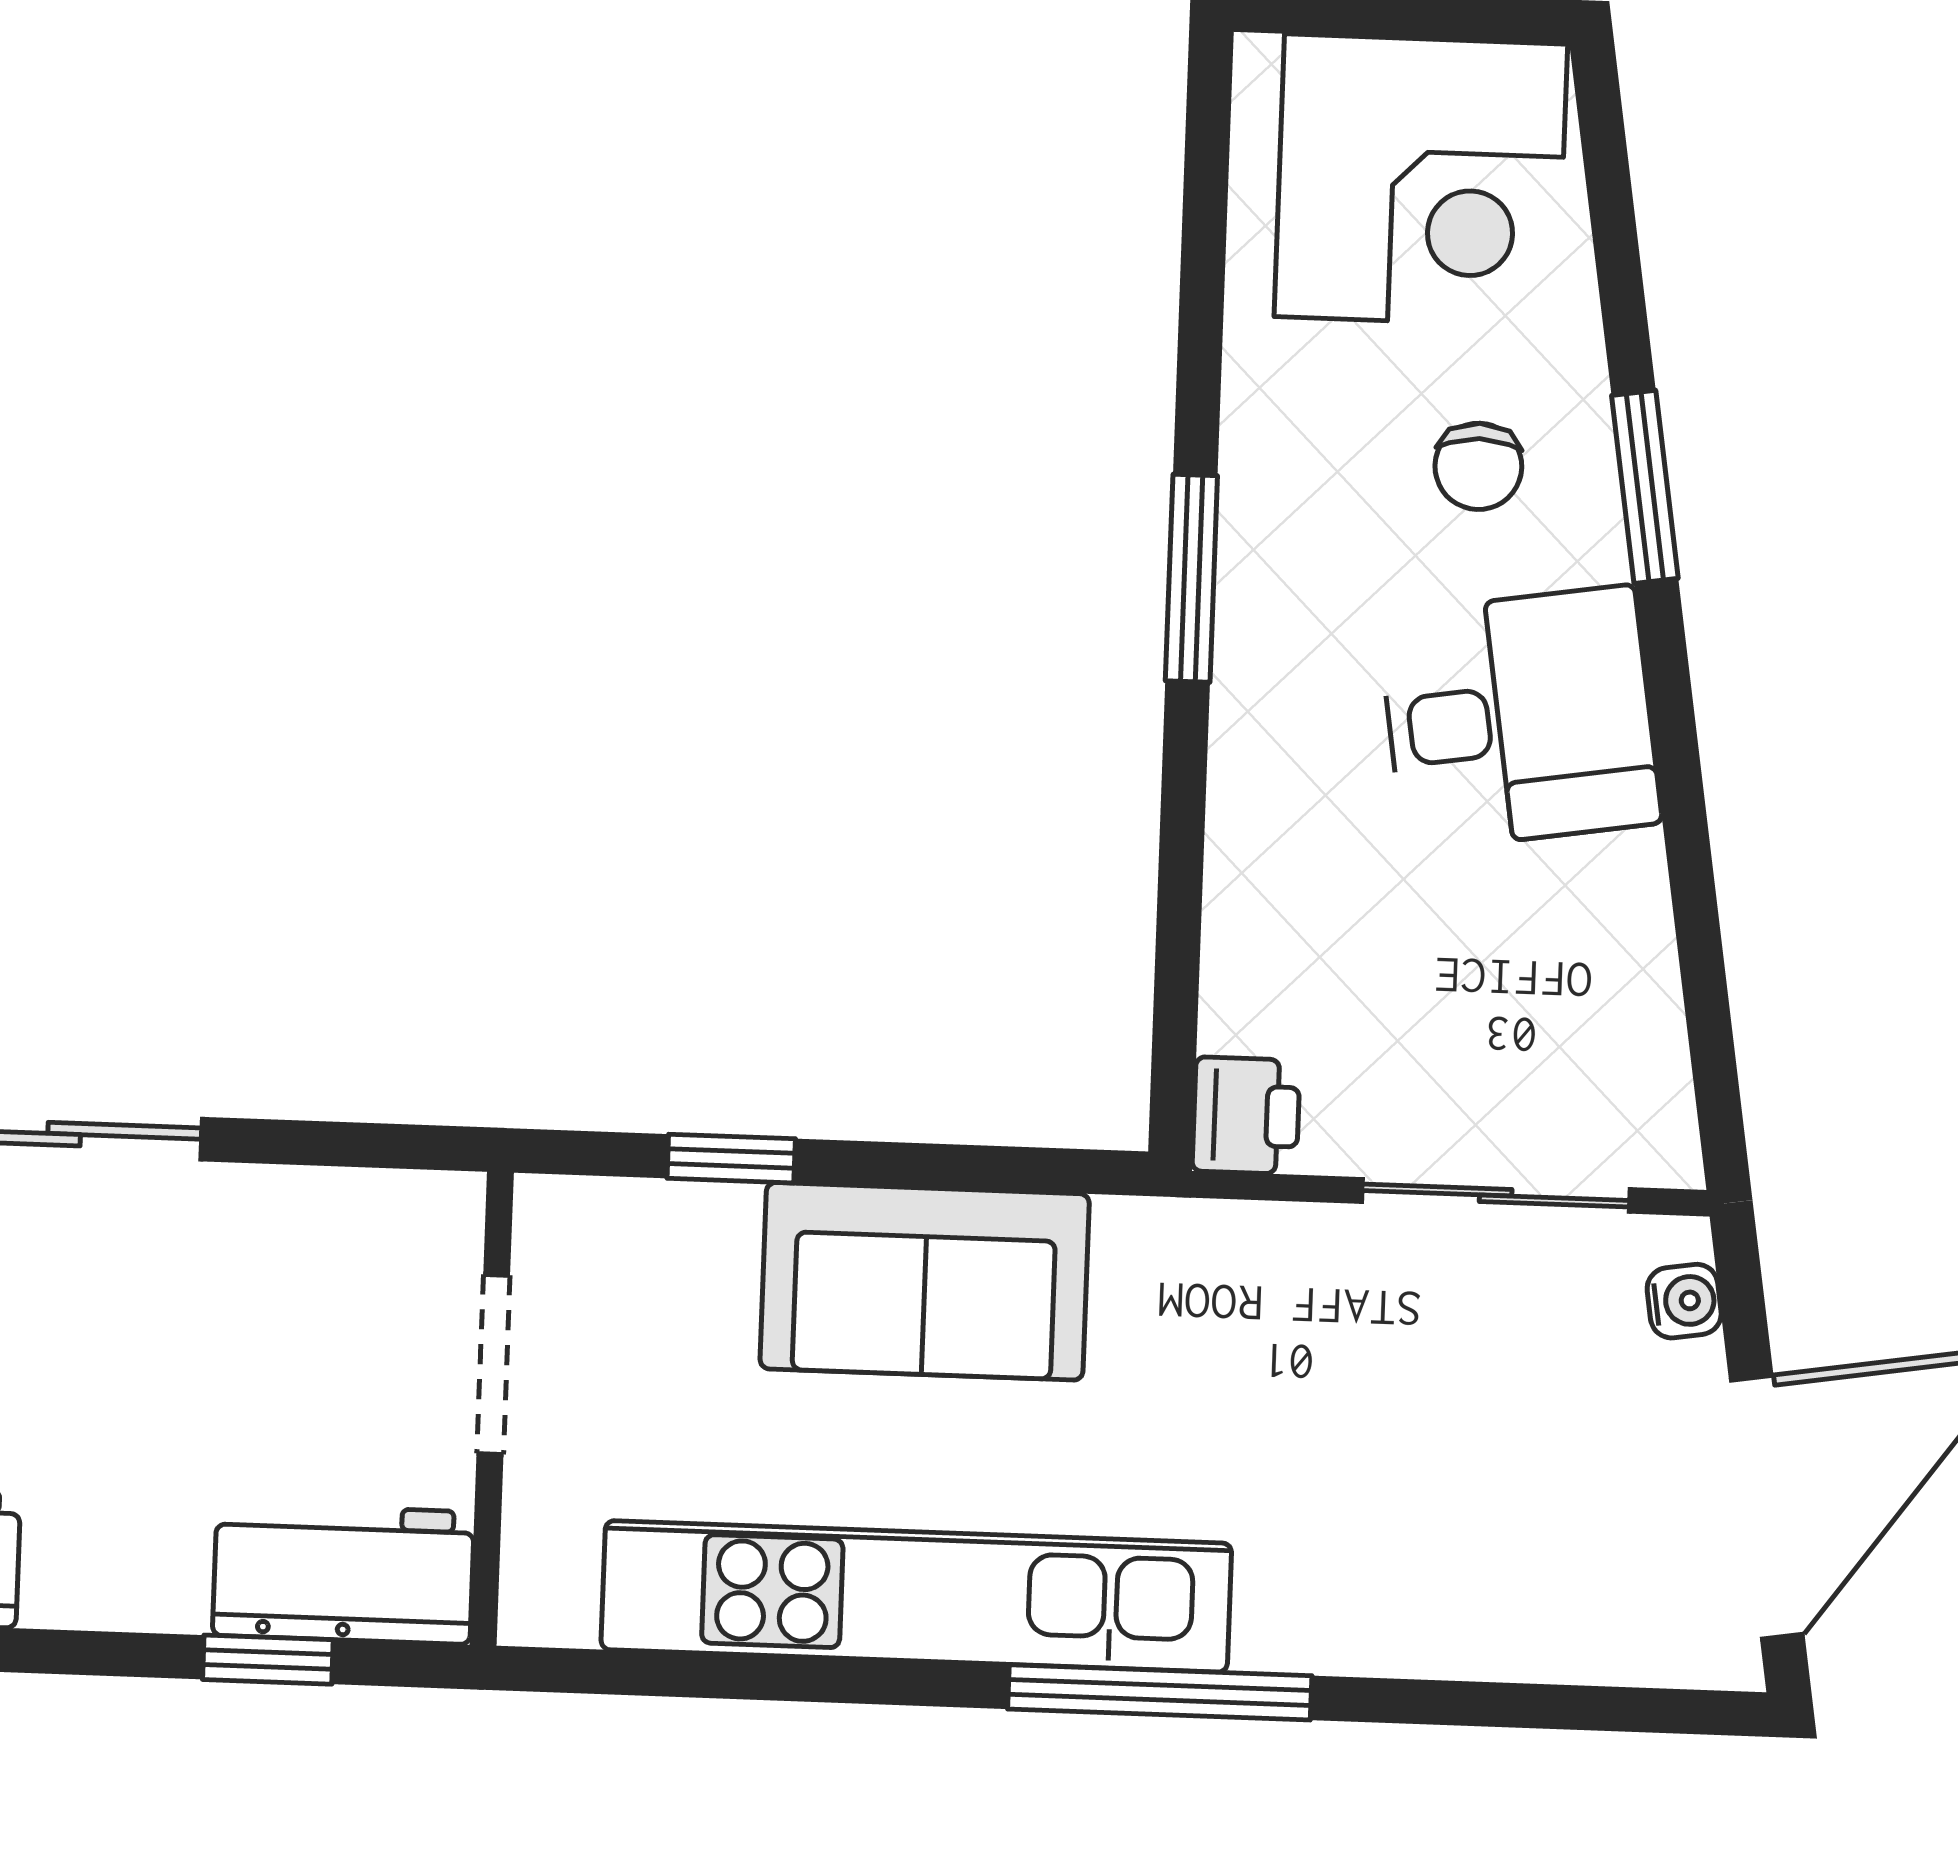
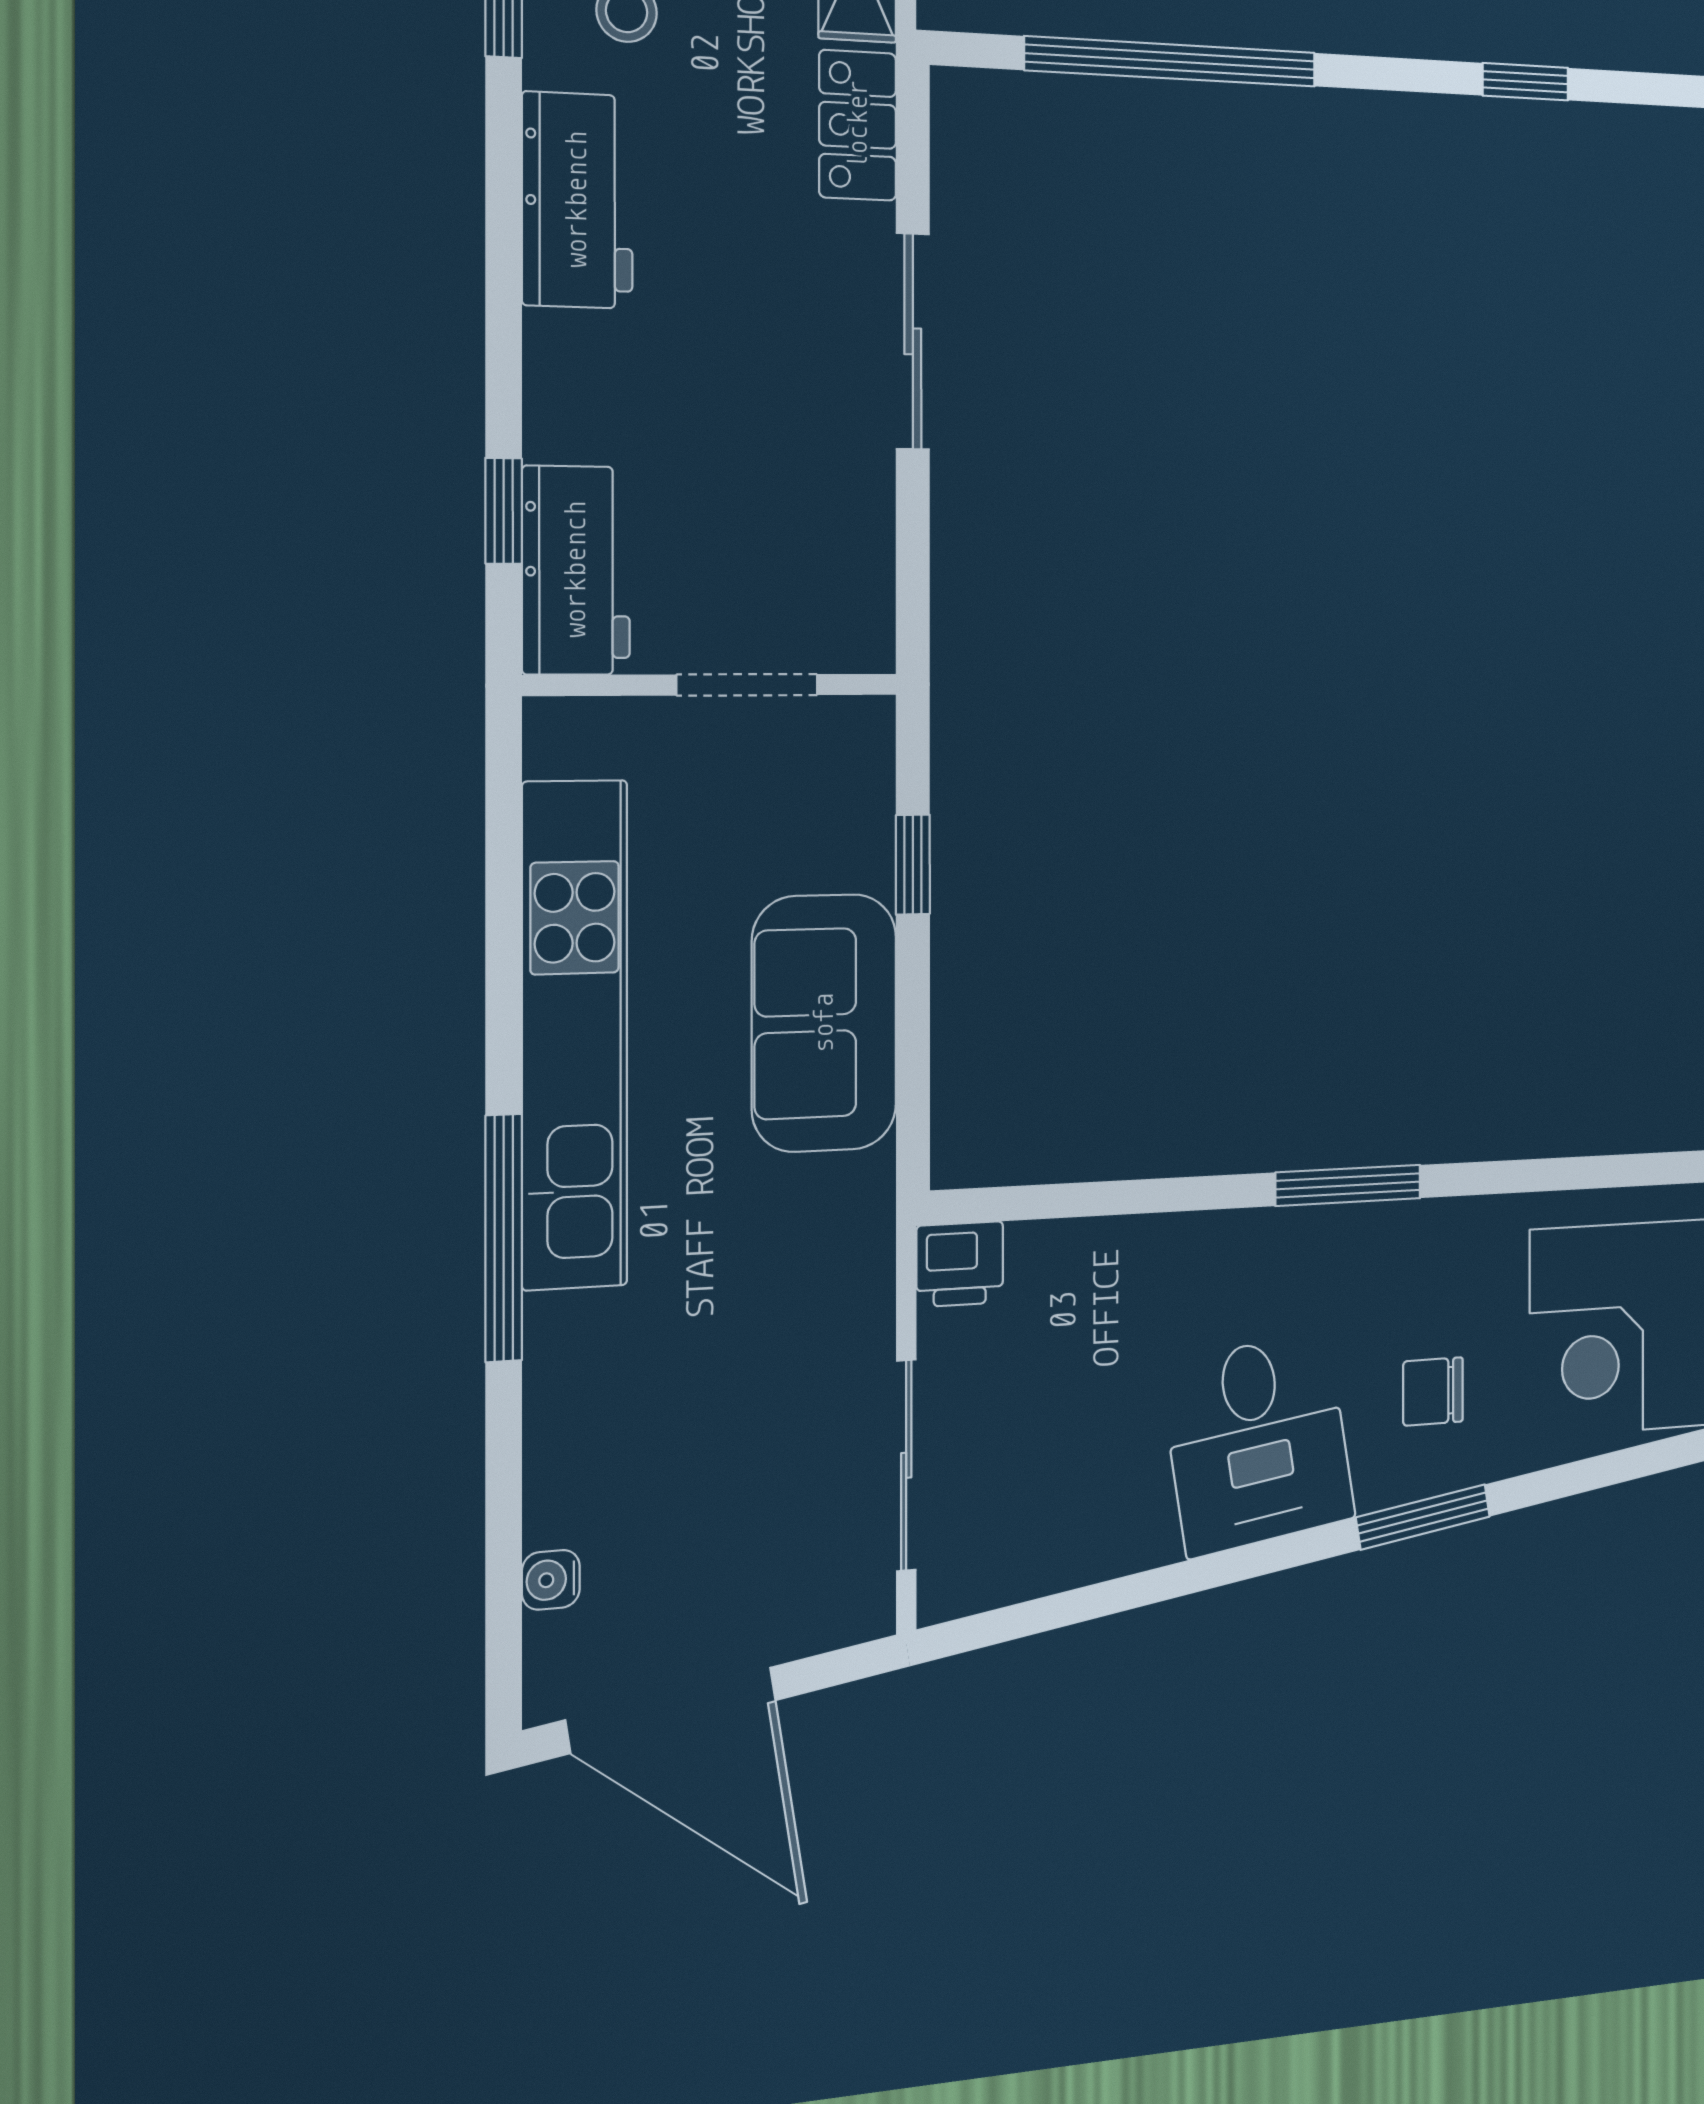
water cooler: (1684, 1301) -> (551, 1580), moved, turned 99

